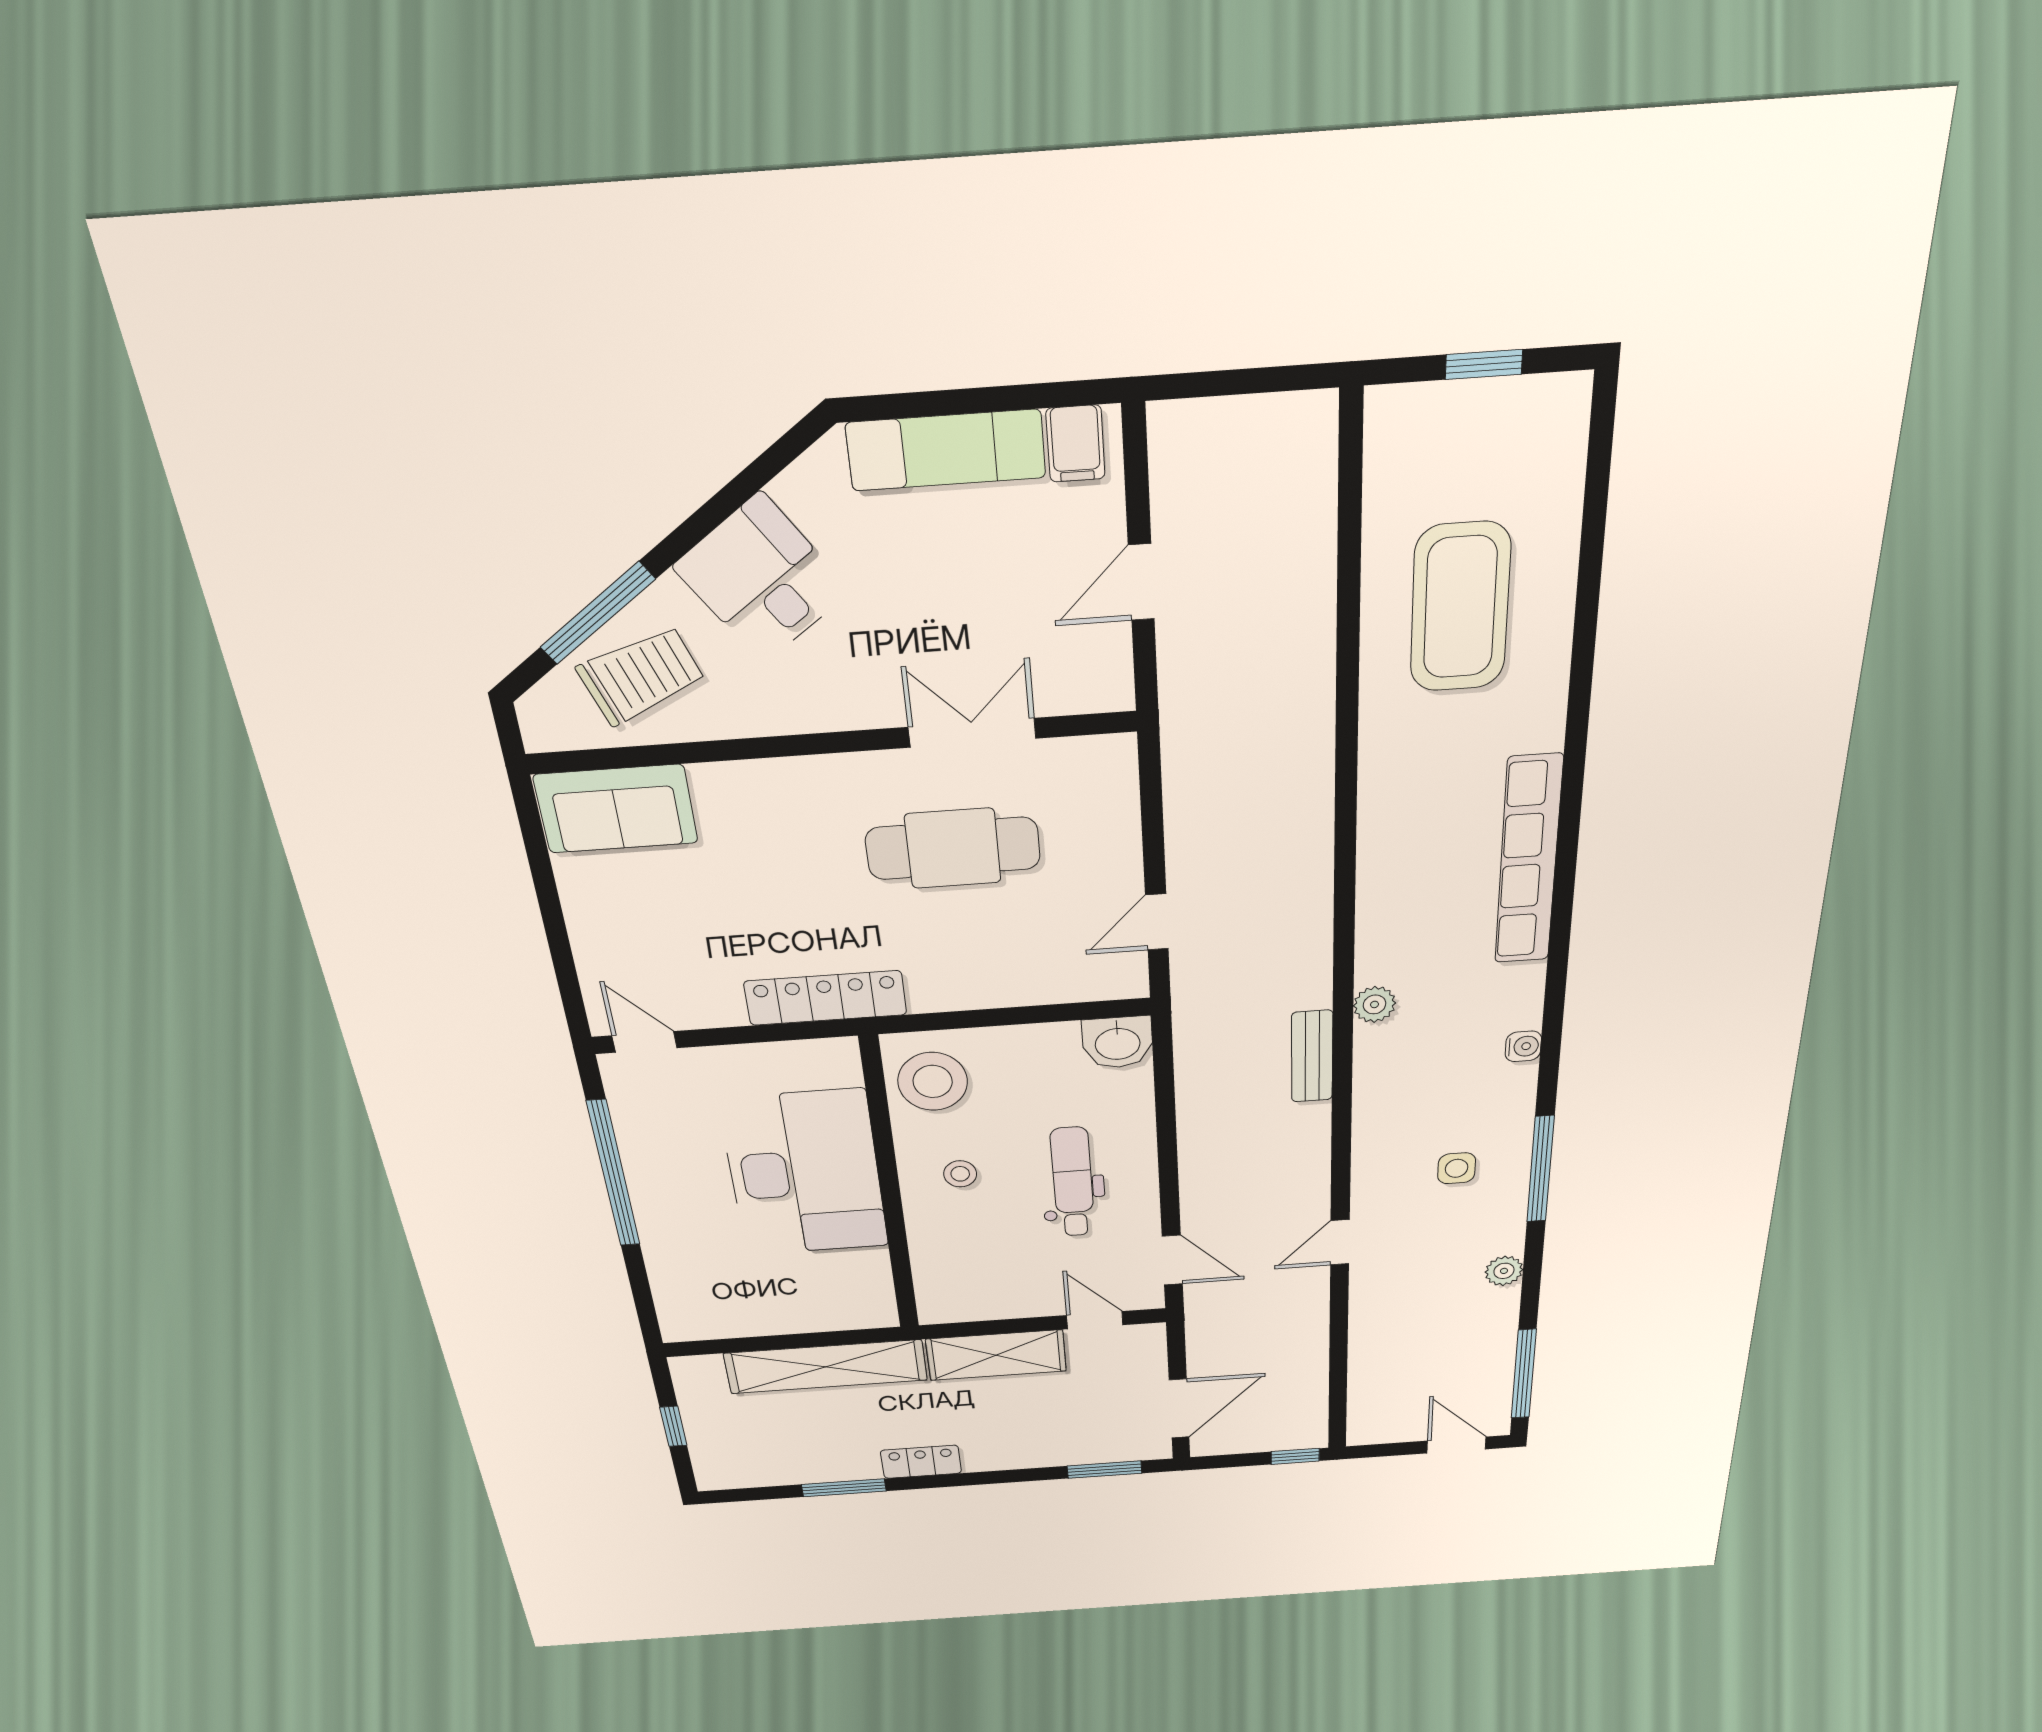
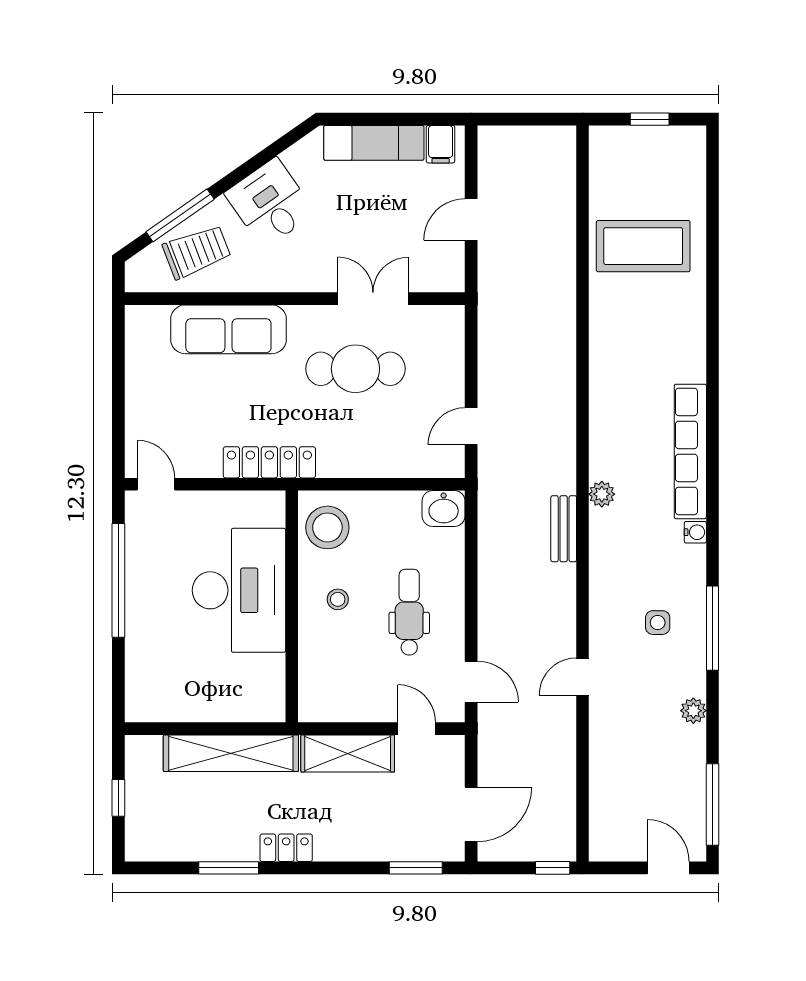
coffee table: (1460, 608) -> (643, 246), turned 90
sofa: (616, 809) -> (228, 329), moved, width x1.36
row of seats: (1528, 861) -> (690, 451), moved

